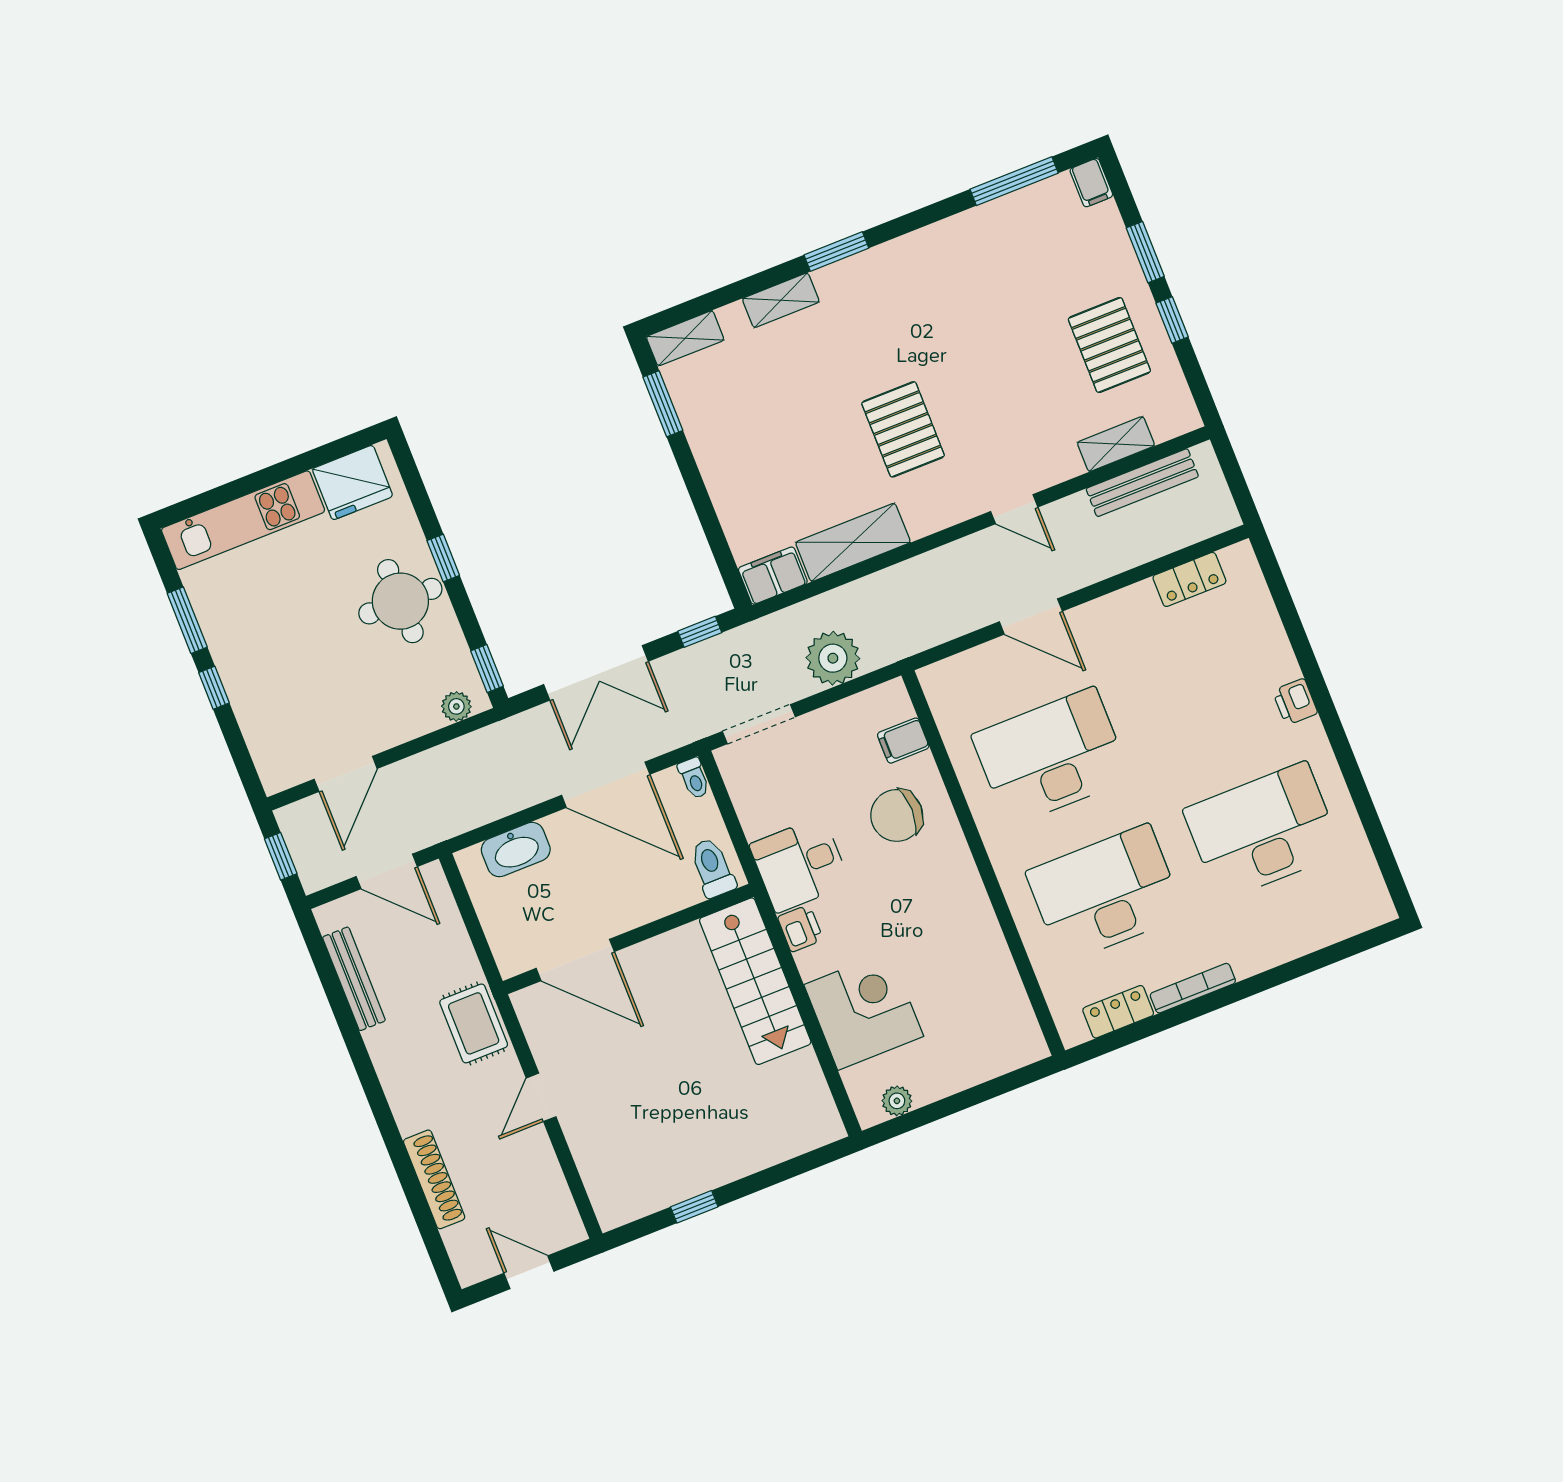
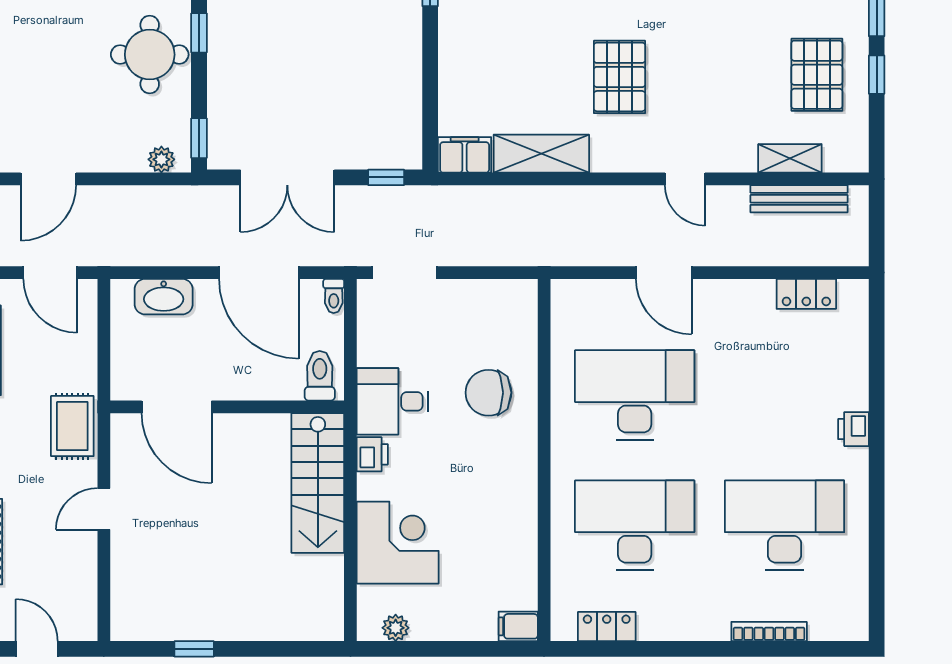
plant: (833, 658) -> (487, 242), removed
filing cabinet: (903, 741) -> (518, 626), moved
bookcase: (1193, 988) -> (769, 631), moved

